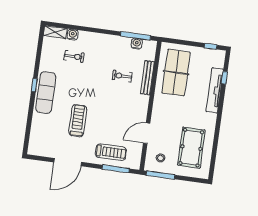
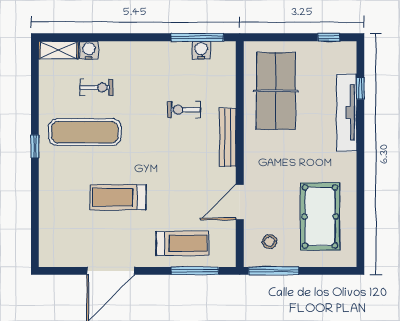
bench: (147, 78) -> (228, 137), moved
exercise mat: (46, 93) -> (85, 132), moved, turned 90
treadmill: (78, 121) -> (118, 197), turned -90

